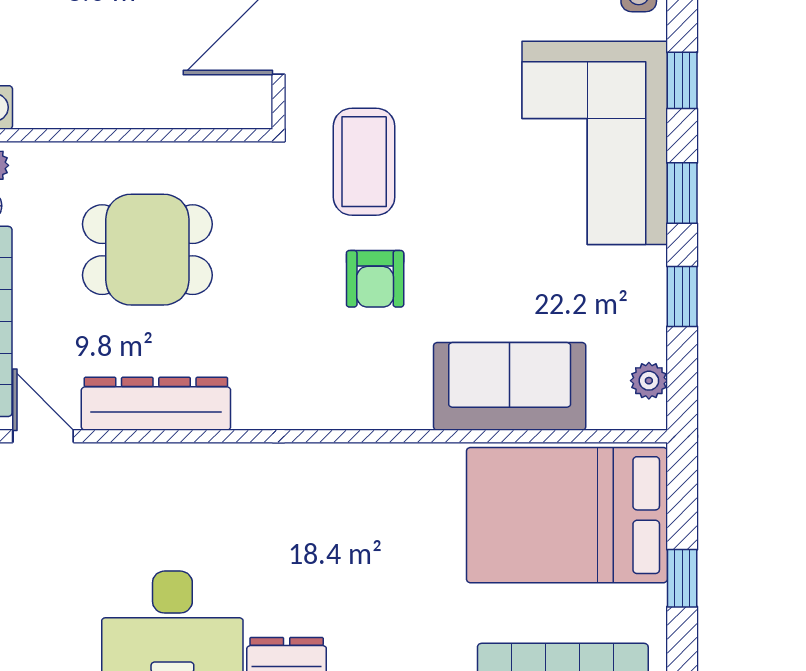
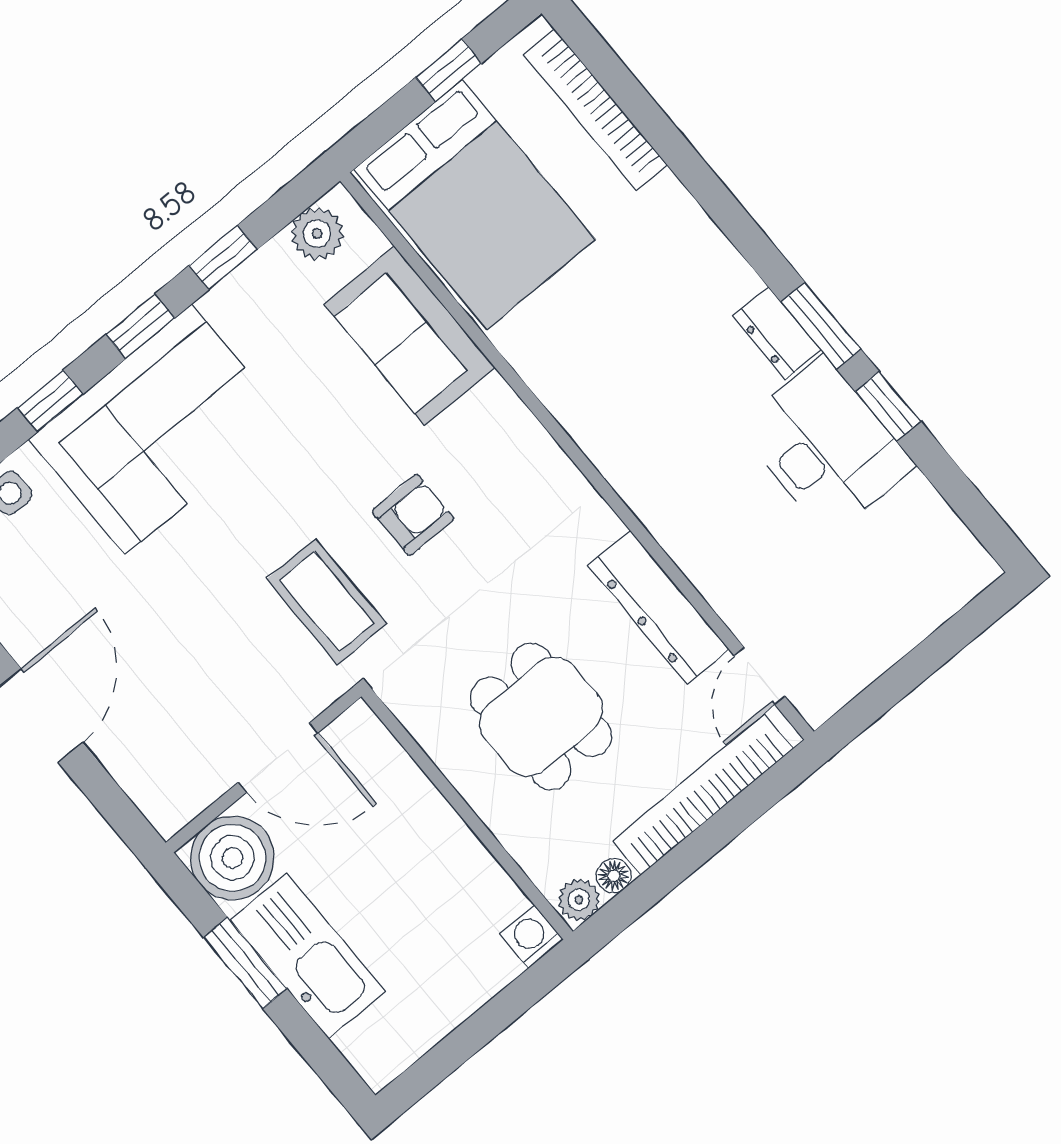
coffee table: (364, 162) -> (327, 602), turned 90
plant: (649, 381) -> (317, 234), width x1.38, depth x1.38

